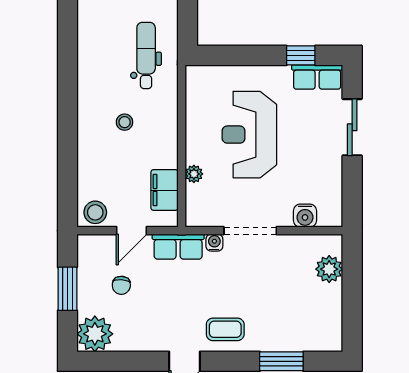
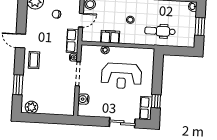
dental chair: (146, 55) -> (160, 31), turned 180
reception desk: (249, 135) -> (121, 76), turned 180
filing cabinet: (165, 190) -> (110, 37), moved
door: (132, 231) -> (81, 20), swing flipped
plant: (329, 269) -> (31, 107), moved

